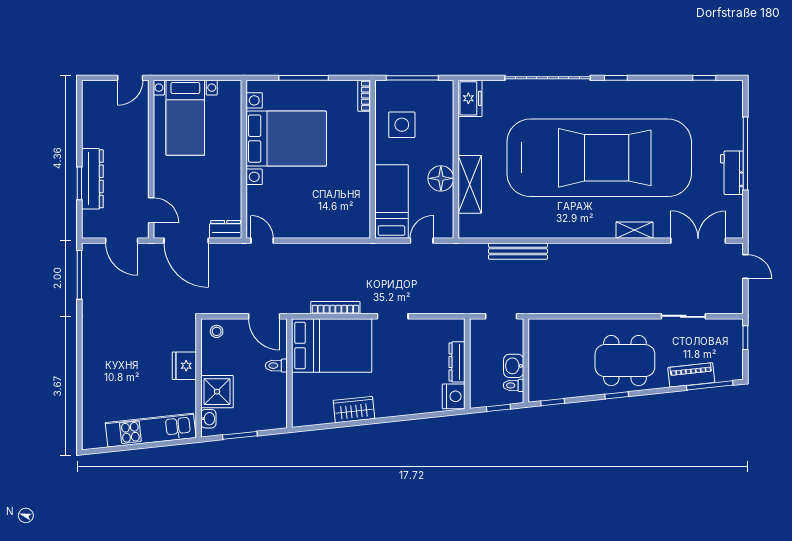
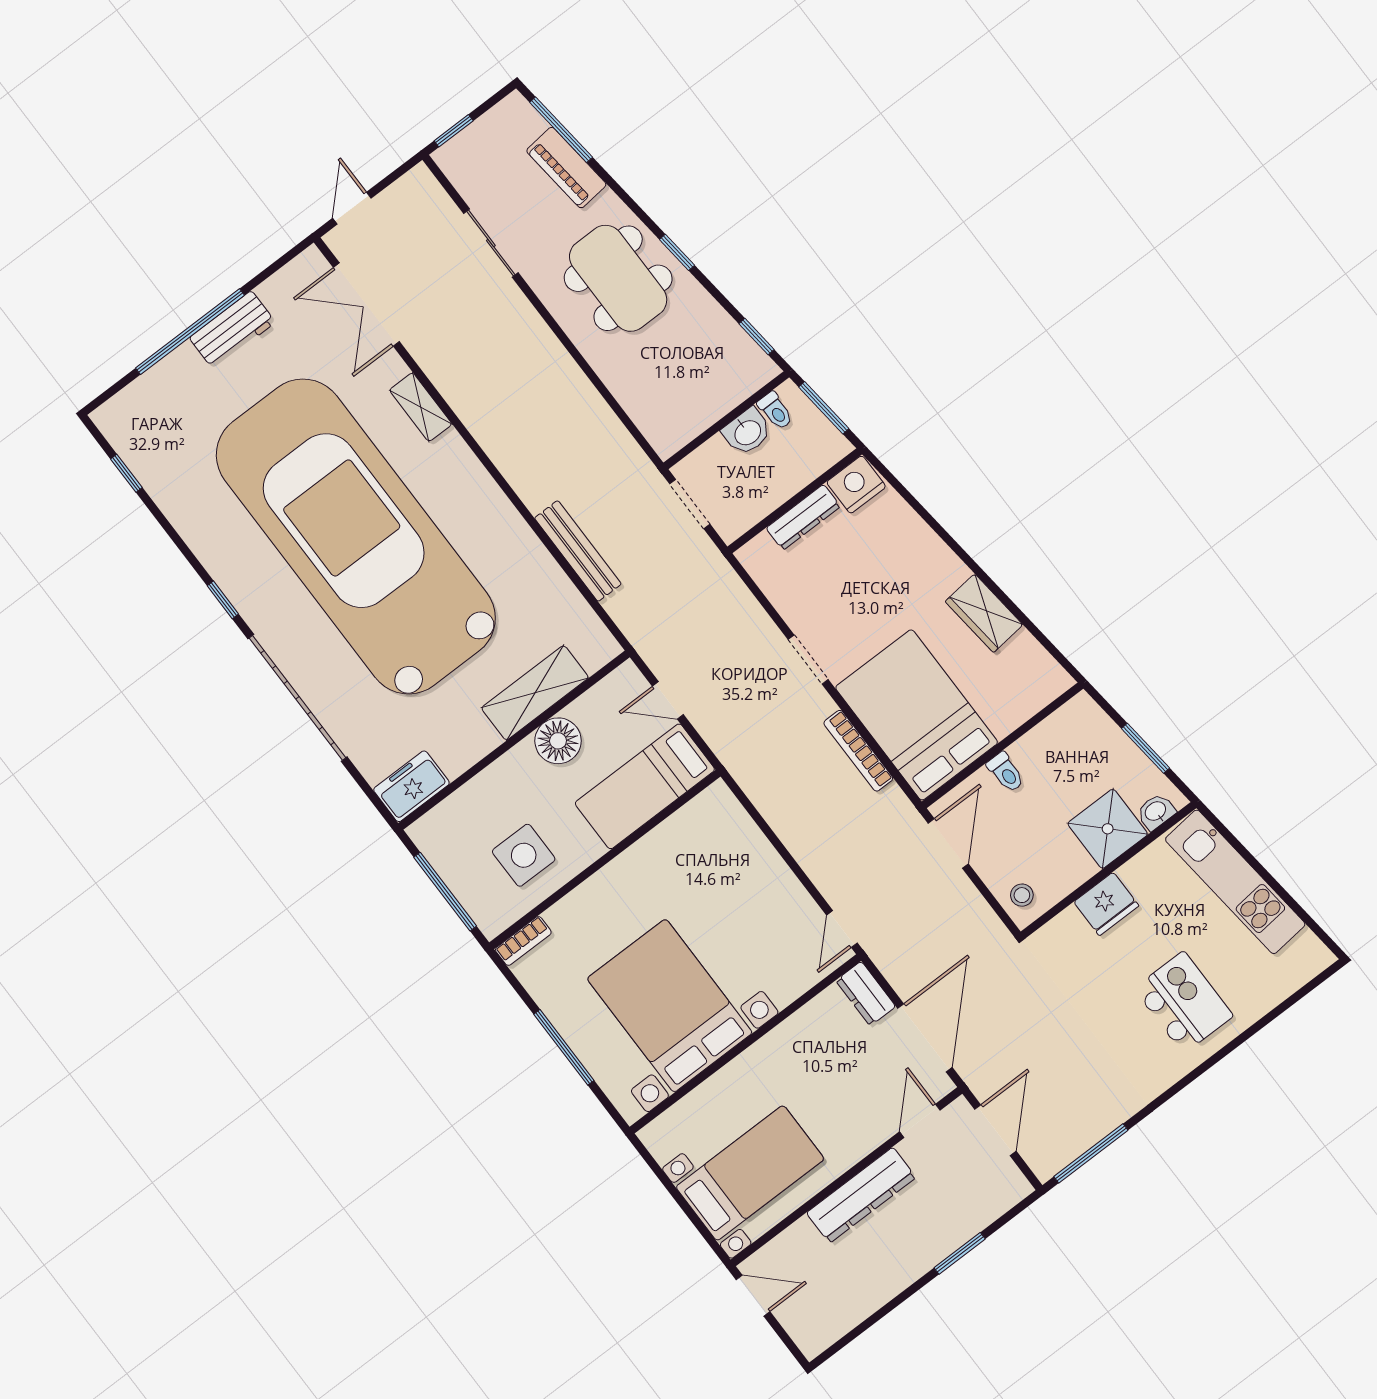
dresser: (92, 179) -> (861, 1195), moved, turned 180
kitchen island: (115, 367) -> (1184, 1002), added
window: (499, 408) -> (824, 408), width x1.50

